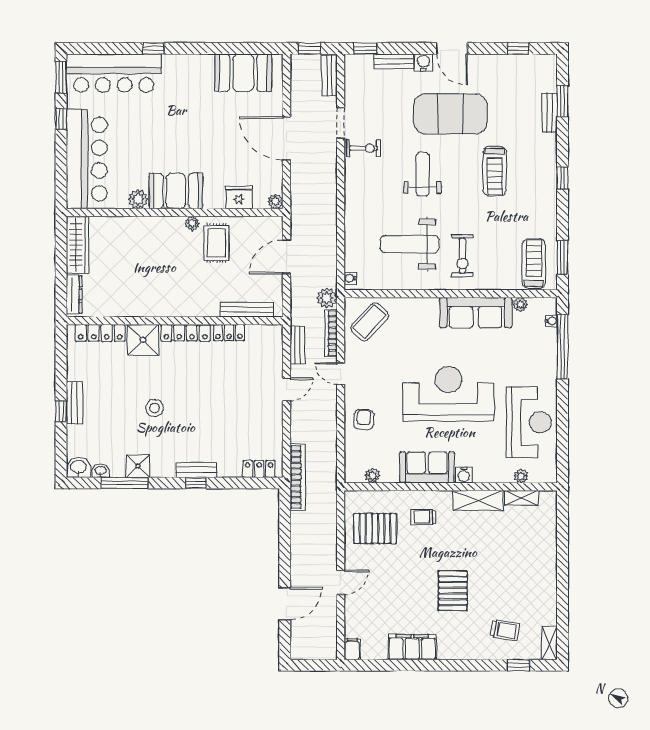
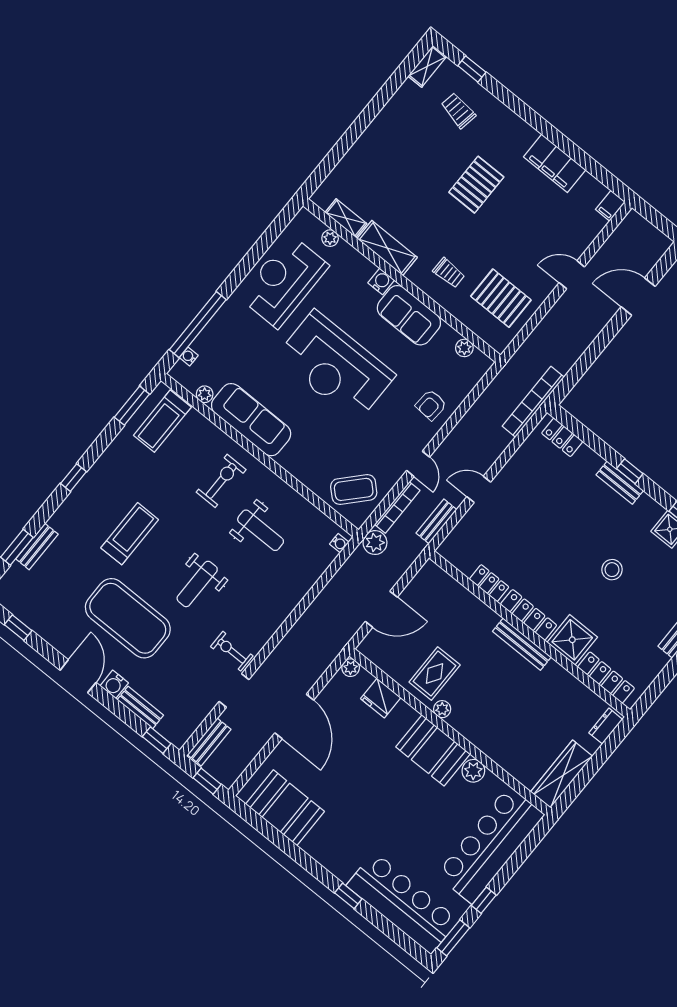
weight bench: (410, 244) -> (261, 530), width x0.73, depth x0.75
dresser: (74, 295) -> (606, 726), width x0.70
bench: (247, 310) -> (522, 644), moved

